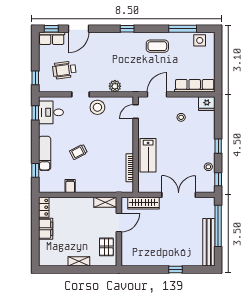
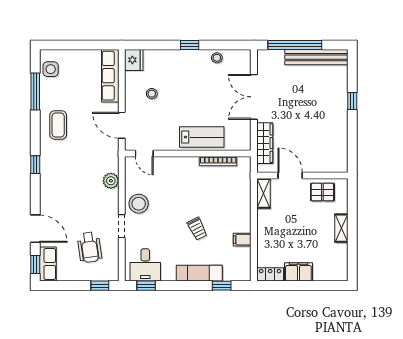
window: (218, 179) -> (233, 45), removed

